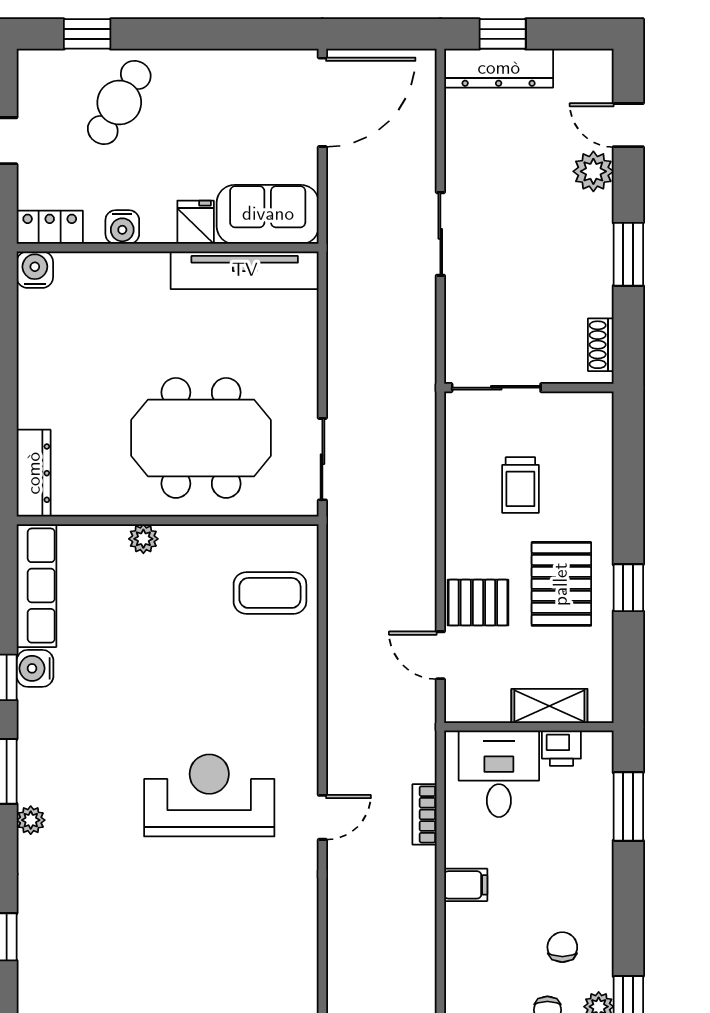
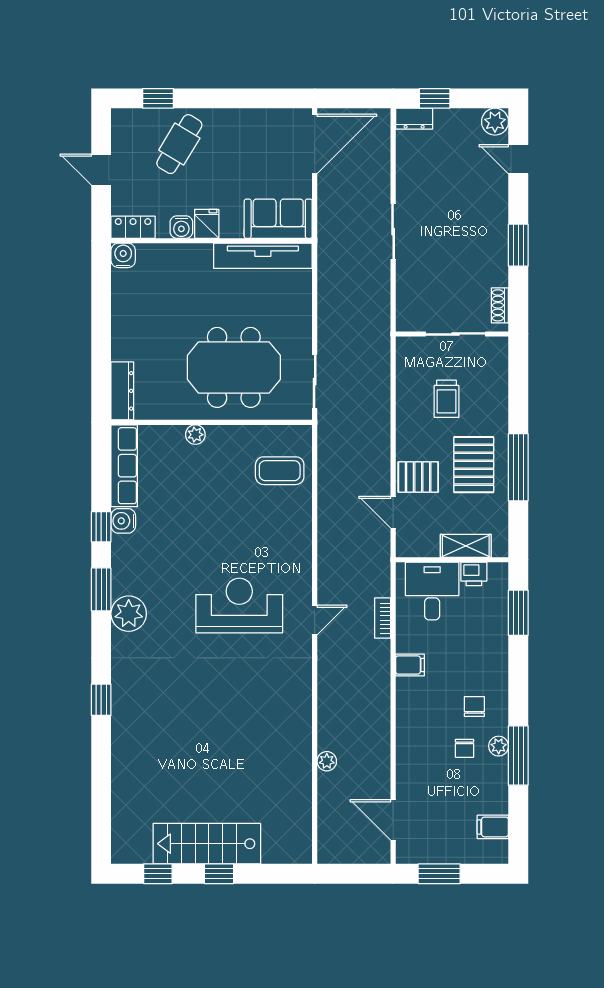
dresser: (499, 68) -> (414, 119), width x0.51, depth x0.80
plant: (593, 171) -> (495, 122), moved
fridge: (196, 222) -> (207, 224), moved
sliding door: (496, 388) -> (456, 334), moved
window: (628, 588) -> (518, 467), width x2.17
plant: (31, 820) -> (129, 614), width x1.88, depth x1.88

